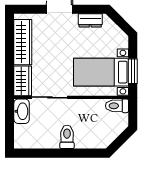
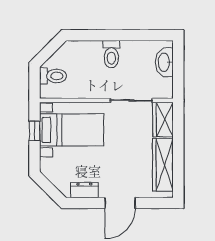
window: (133, 71) -> (35, 131), width x0.67
toilet: (117, 106) -> (53, 76), moved
washbasin: (22, 111) -> (164, 62), moved

